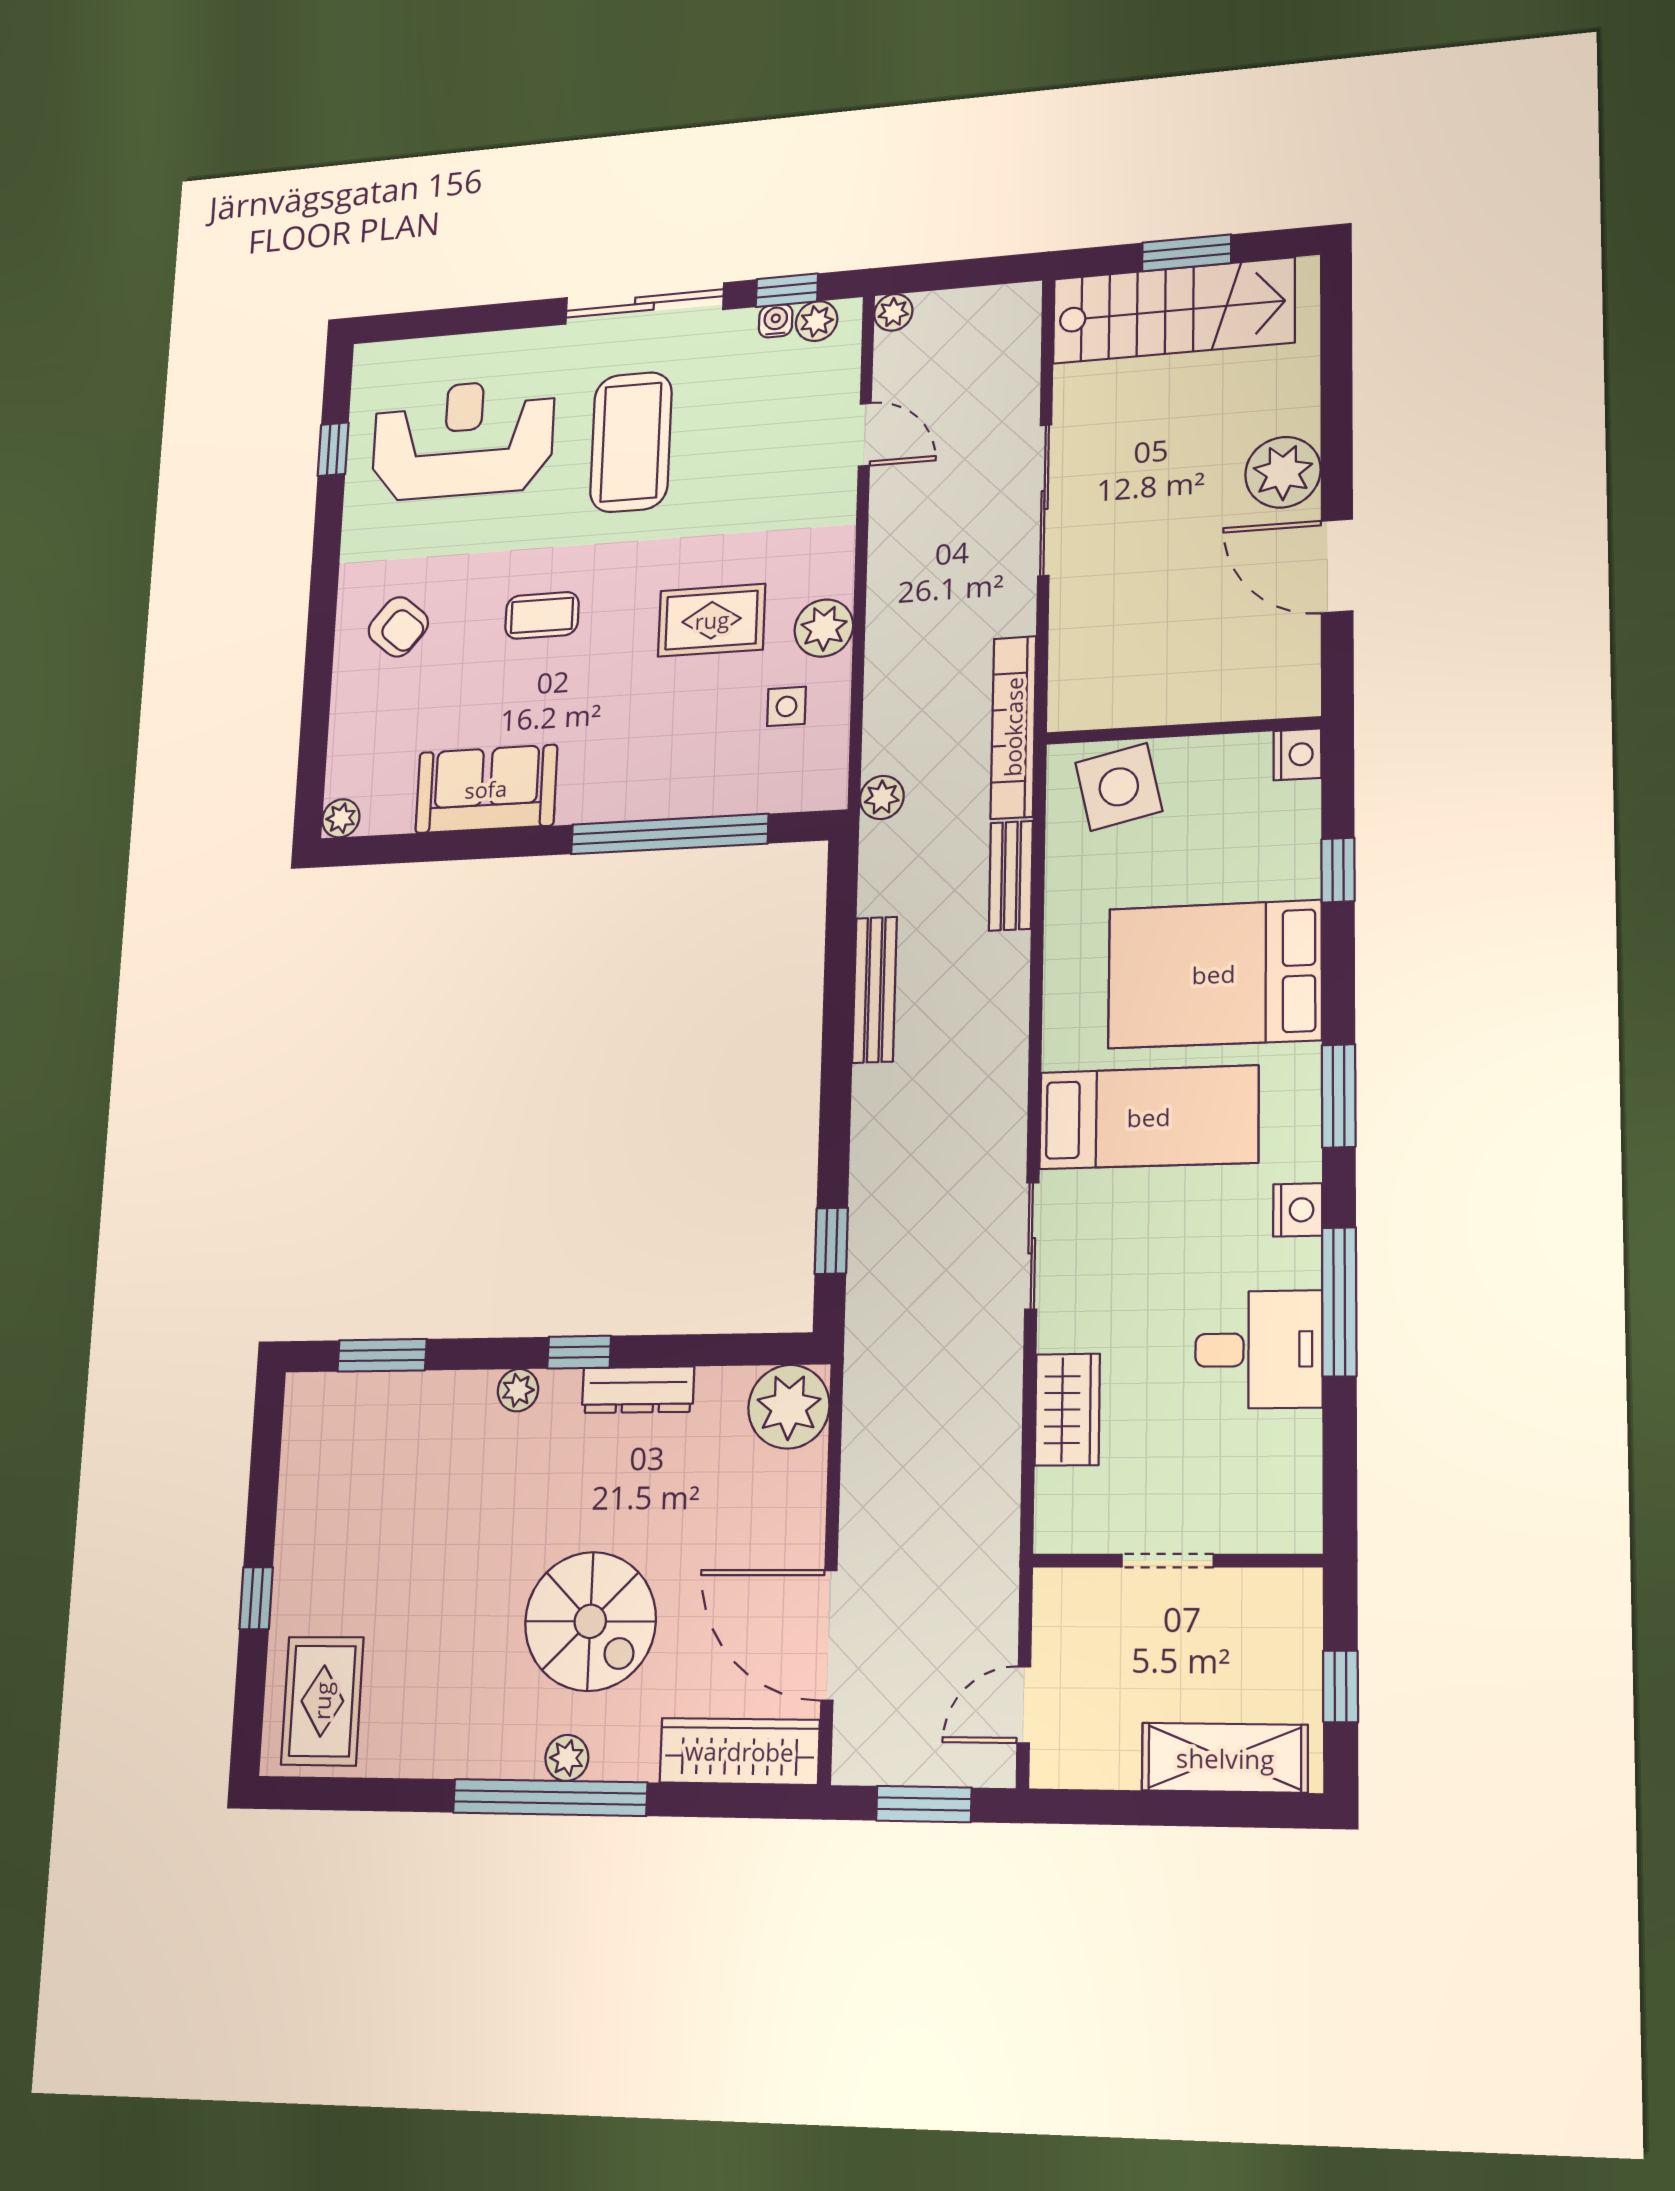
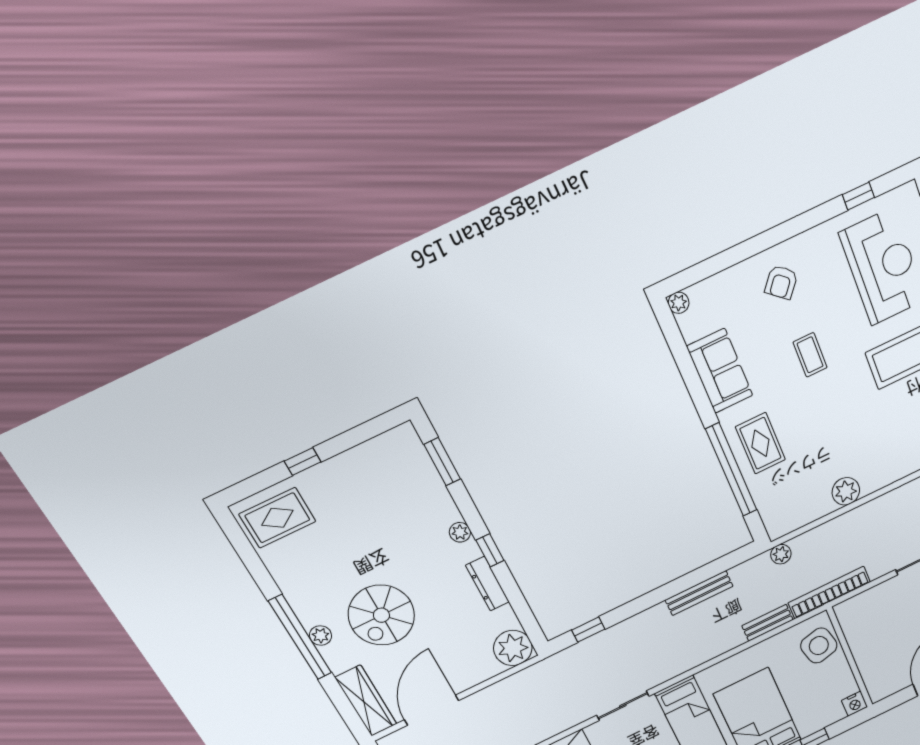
rug: (712, 620) -> (760, 443), moved
side table: (786, 706) -> (806, 493), removed

